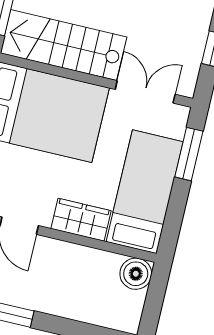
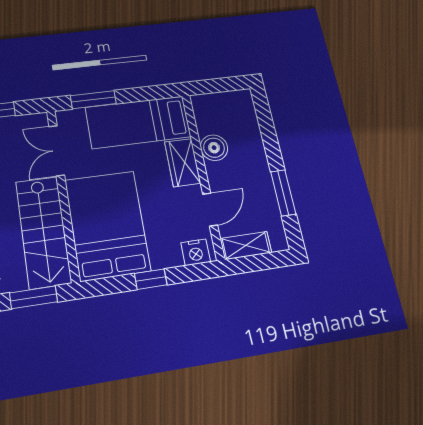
boiler: (136, 274) -> (214, 148), moved

